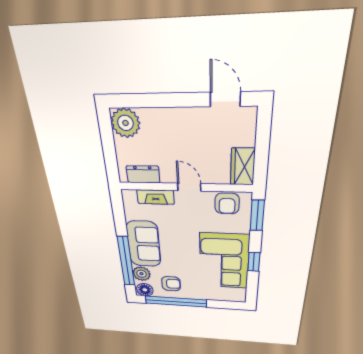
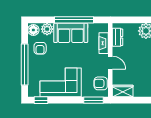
door: (189, 187) -> (110, 63), hinge flipped
window: (126, 261) -> (74, 20), moved
window: (254, 262) -> (41, 100), moved
window: (176, 302) -> (25, 64), moved

